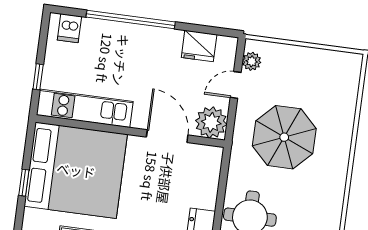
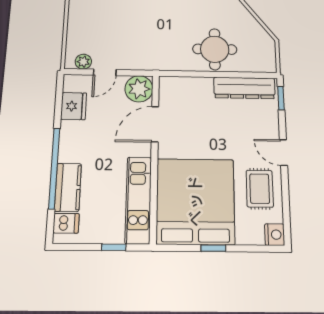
kitchen counter: (108, 33) -> (68, 187), added
door: (236, 85) -> (105, 72), hinge flipped
parasol: (284, 137) -> (145, 29), removed

